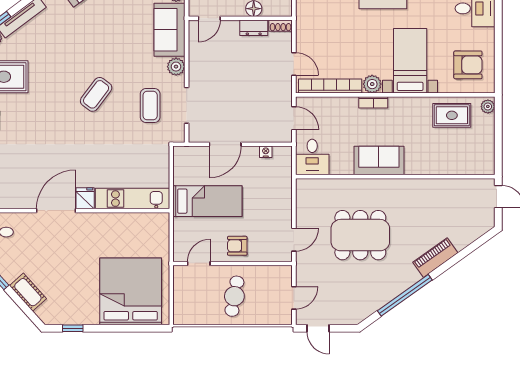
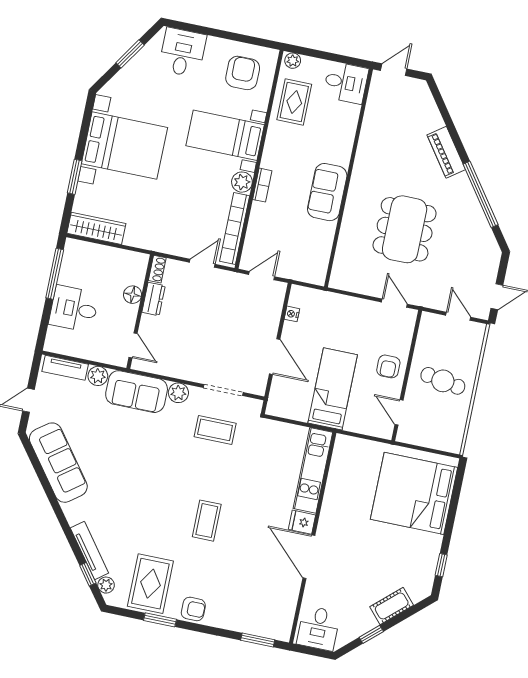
coffee table: (96, 94) -> (207, 521), moved, turned 53
desk: (312, 157) -> (346, 83), moved

